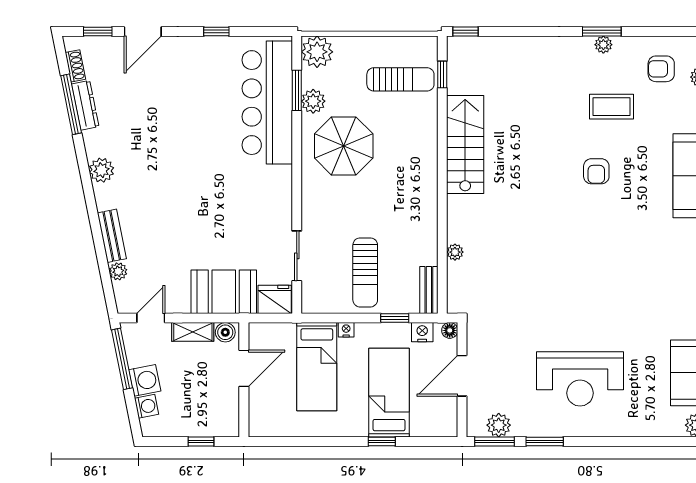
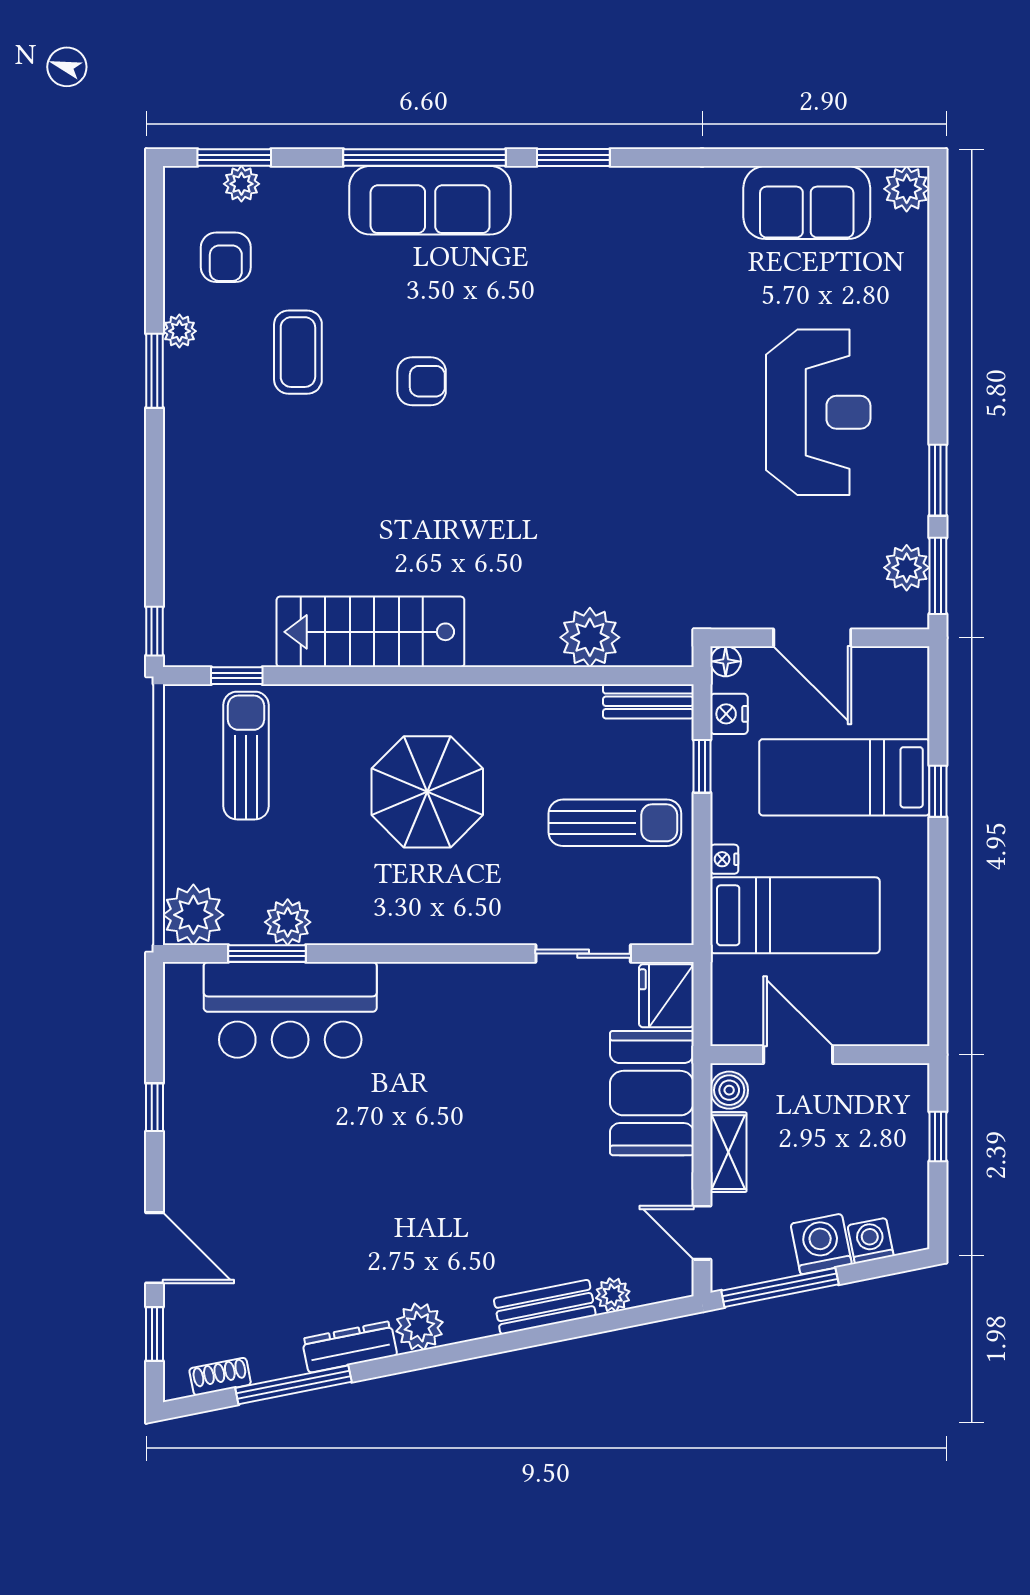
plant: (603, 45) -> (179, 331), moved
bar counter: (267, 103) -> (290, 1010), width x0.73
dresser: (85, 105) -> (350, 1347), moved
parasol: (344, 146) -> (427, 792), moved
plant: (455, 252) -> (590, 637), width x1.88, depth x1.88

